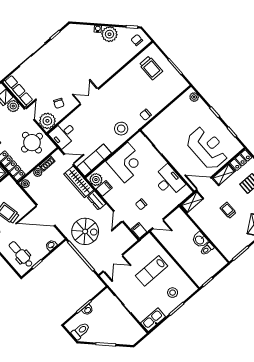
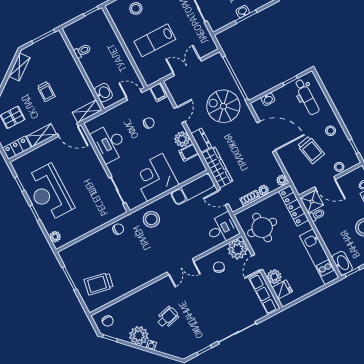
wheelchair: (90, 54) -> (168, 317), added
trolley: (151, 68) -> (99, 284), turned -79
reception desk: (207, 148) -> (49, 193), moved
plant: (96, 180) -> (182, 139), moved
washbasin: (200, 240) -> (104, 93), moved
double door: (113, 263) -> (187, 67), moved
lab bench: (152, 271) -> (155, 40), turned 180

